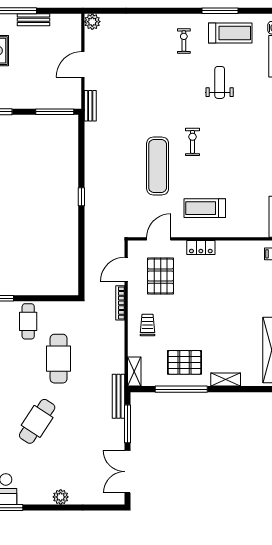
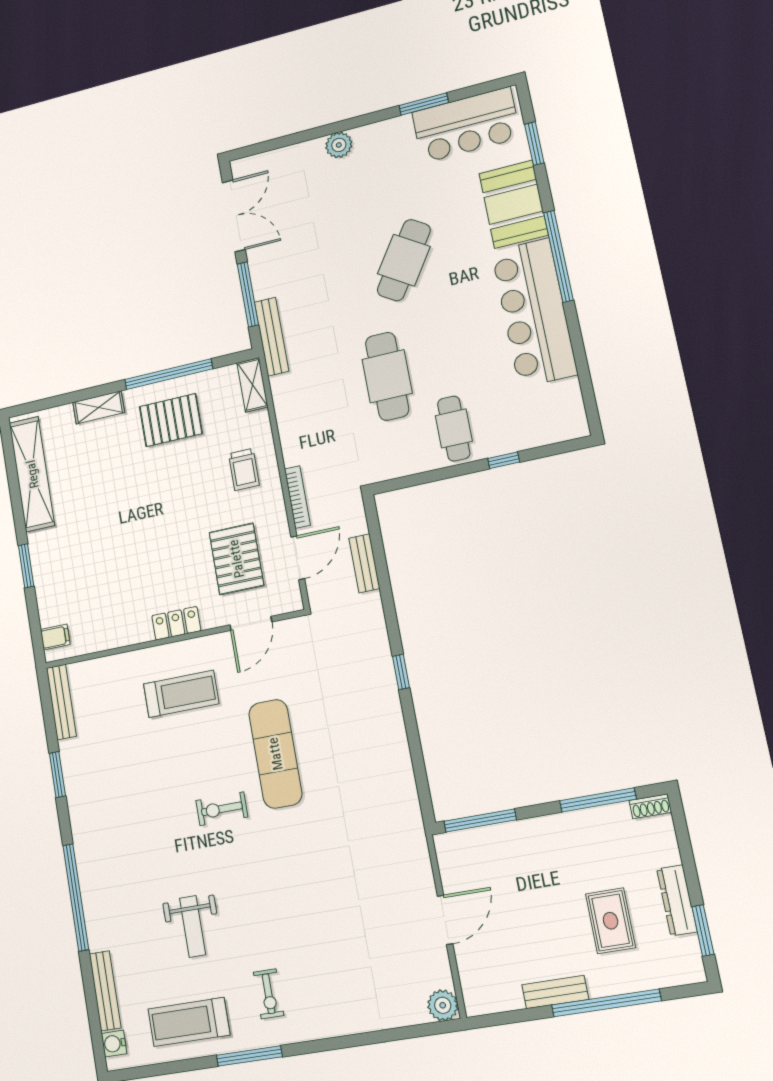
window: (220, 11) -> (249, 1056), moved
bench: (90, 106) -> (364, 563), moved
exercise bike: (193, 142) -> (222, 809), turned 90

